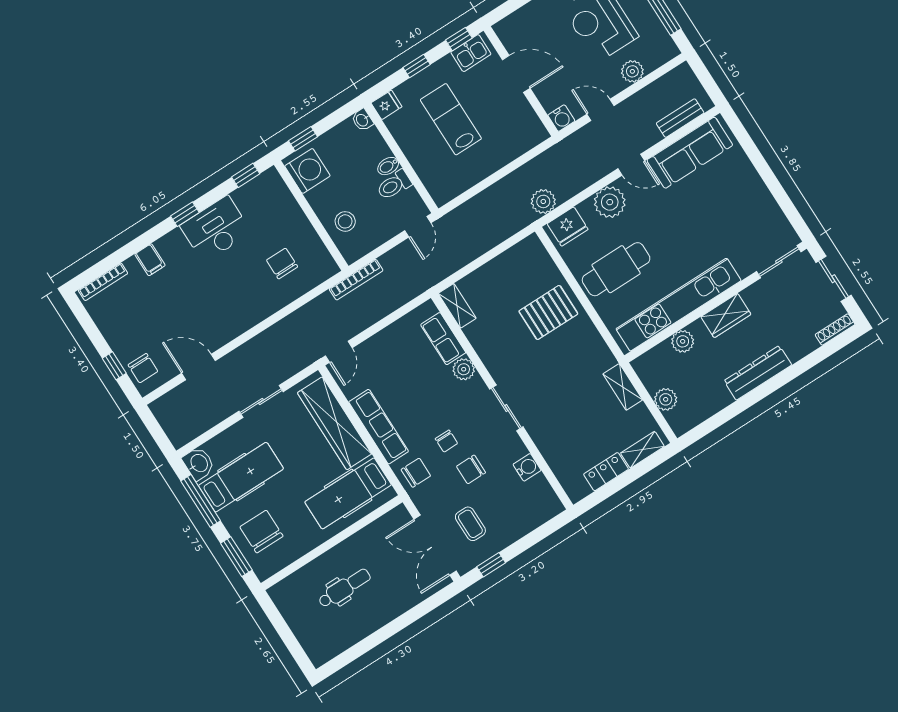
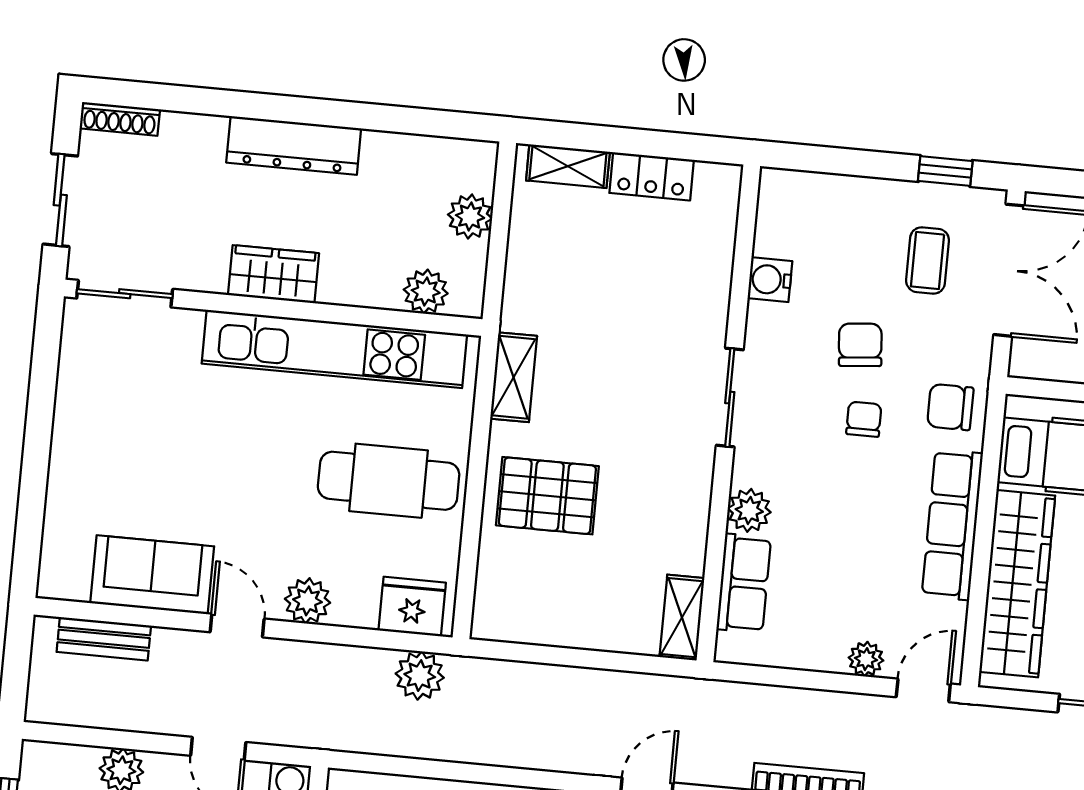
sofa: (690, 153) -> (152, 575), width x0.73
plant: (610, 202) -> (307, 601), width x0.73, depth x0.73
plant: (683, 341) -> (426, 292), moved
plant: (371, 346) -> (866, 659), added
shelving: (623, 387) -> (514, 377), moved
chair: (471, 469) -> (860, 345), turned -95

